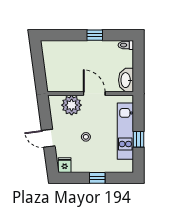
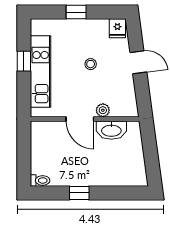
washbasin: (126, 80) -> (111, 130), moved, turned 90
plant: (72, 105) -> (103, 110), width x0.53, depth x0.53

